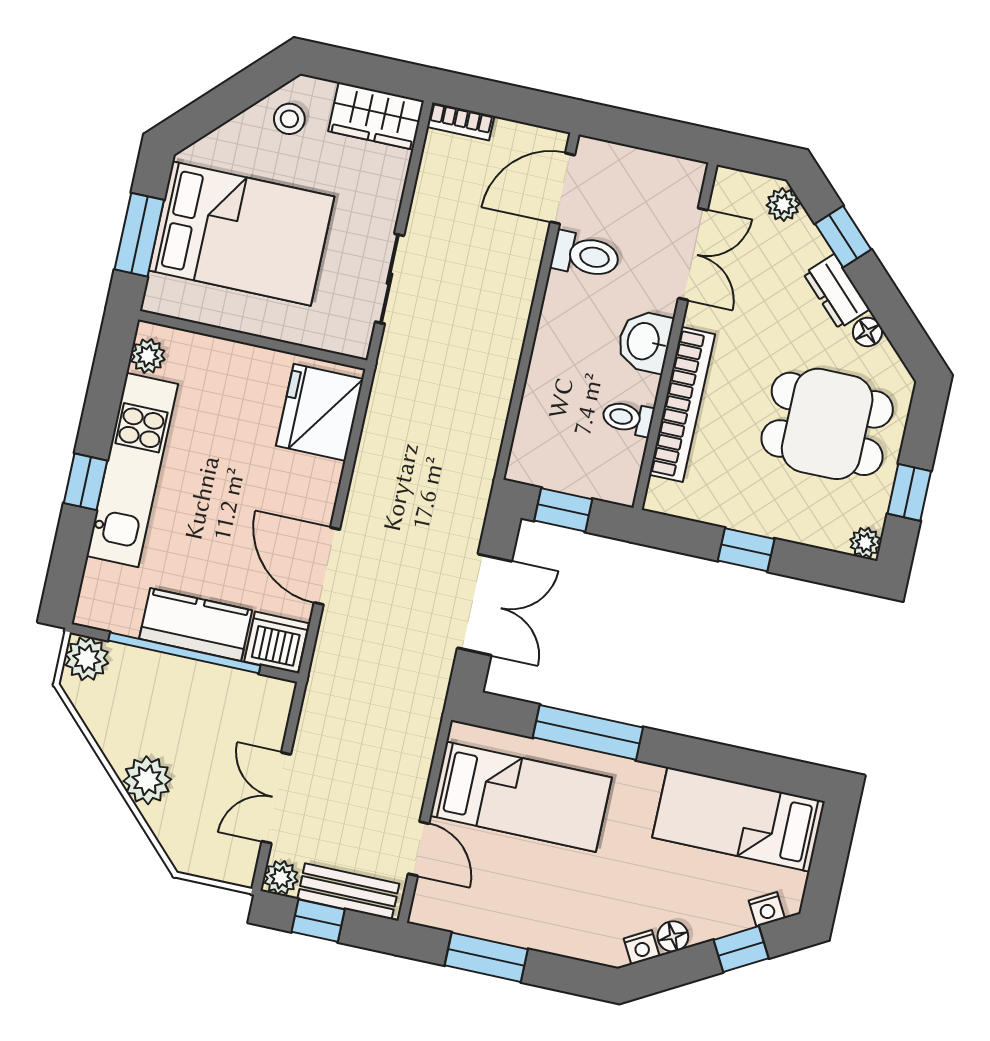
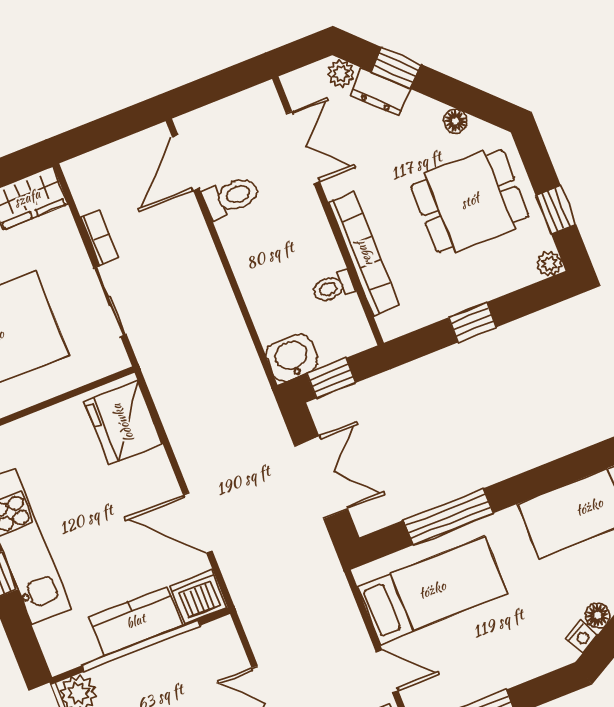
bookcase: (461, 122) -> (99, 237), moved, turned -90
dresser: (837, 292) -> (380, 92), moved
washbasin: (645, 341) -> (292, 358), moved, turned 90

